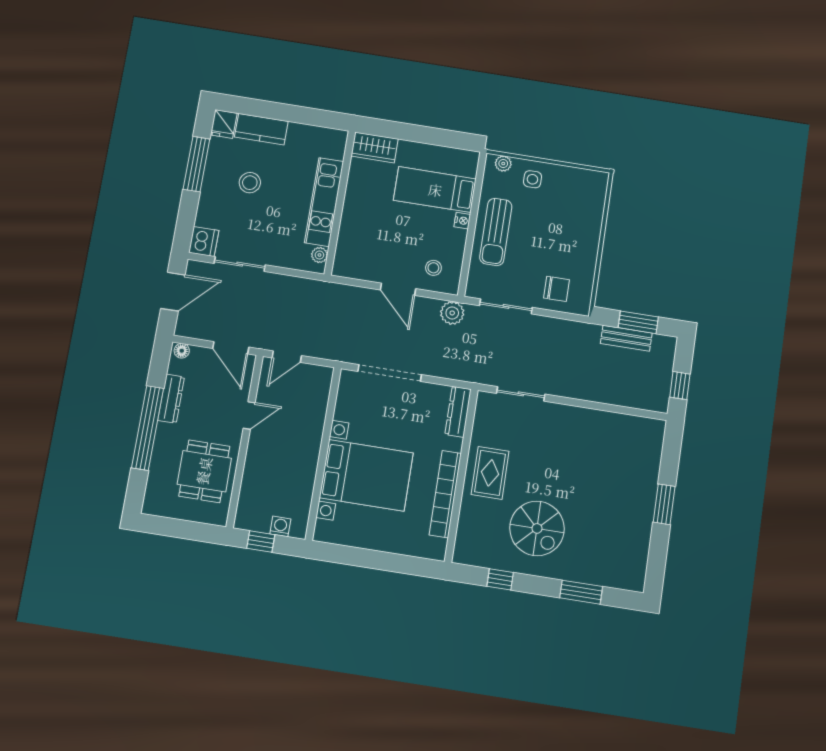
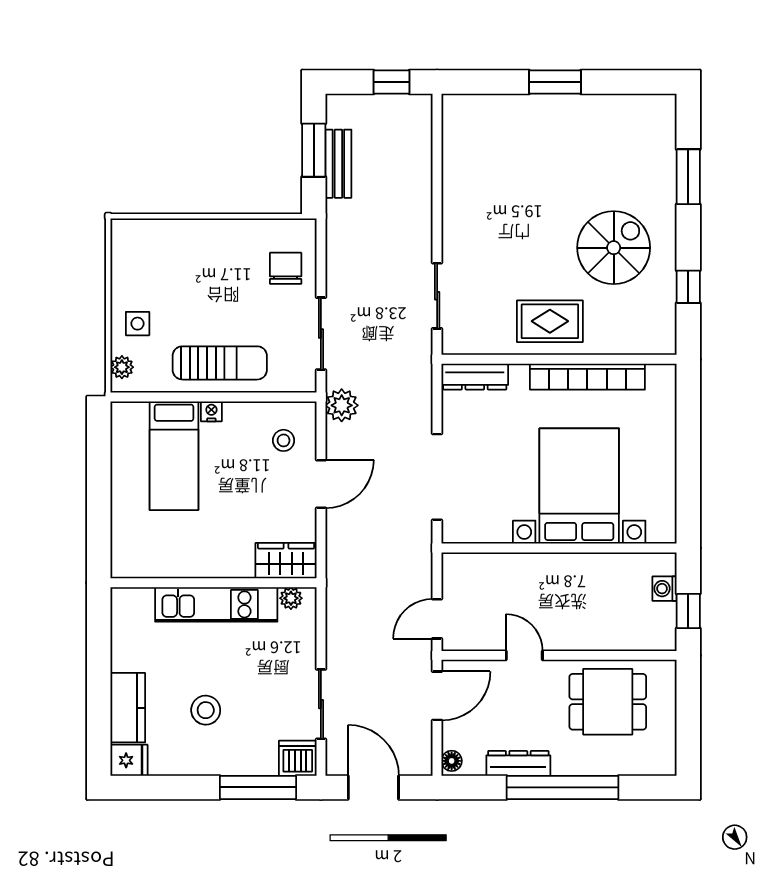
wardrobe: (375, 147) -> (286, 561), moved, turned -90
window: (196, 164) -> (258, 787), moved
door: (287, 357) -> (437, 619), swing flipped

